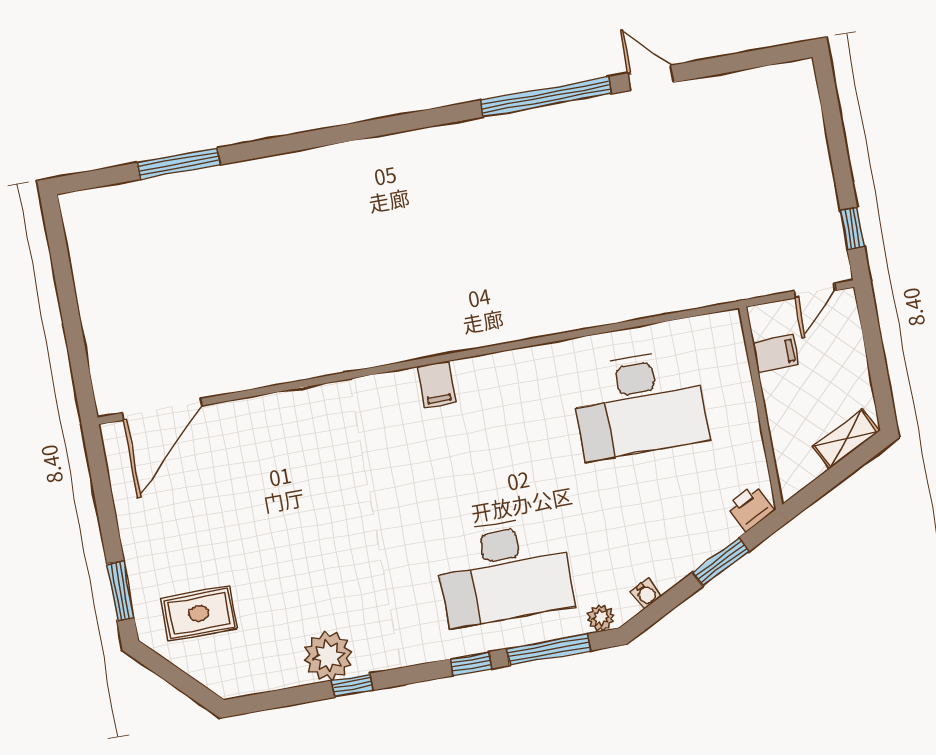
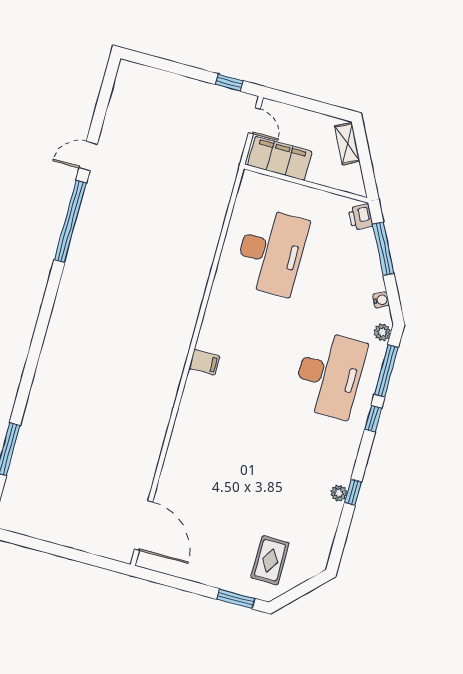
filing cabinet: (775, 353) -> (280, 158), width x3.00, depth x1.17
window: (721, 562) -> (383, 249), width x1.44
plant: (328, 656) -> (339, 493), width x0.53, depth x0.53

